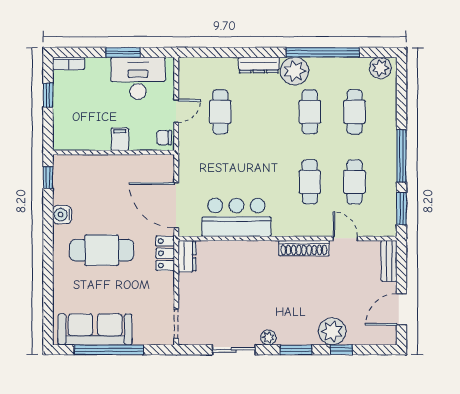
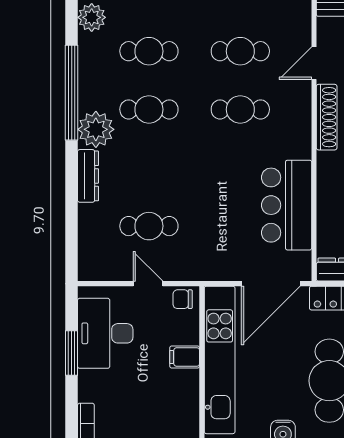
chair: (164, 138) -> (183, 299), turned 90
kitchen unit: (118, 166) -> (220, 360), added

